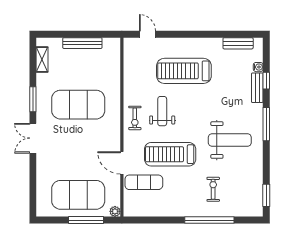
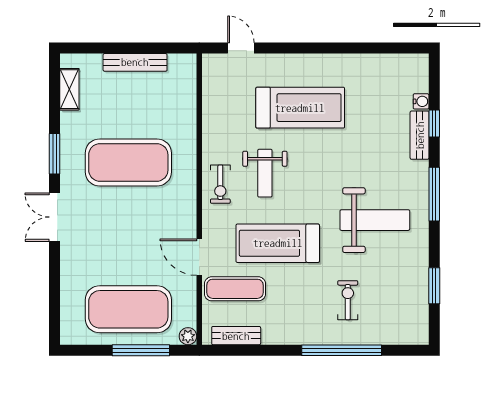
bench: (238, 43) -> (236, 336), moved
treadmill: (184, 71) -> (300, 108), turned 180
weight bench: (162, 111) -> (265, 173), turned 180
window: (266, 195) -> (434, 286), moved

